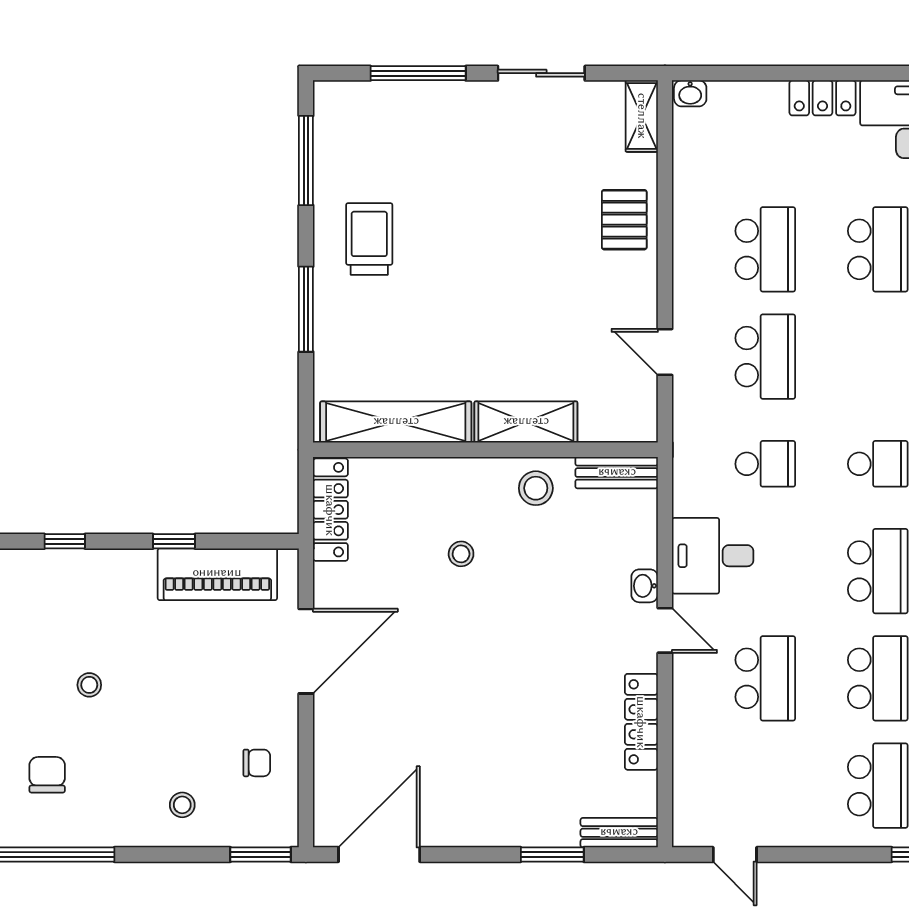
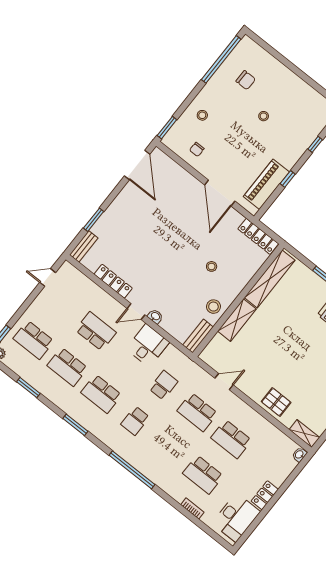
school desk: (765, 464) -> (163, 385), turned 180
school desk: (765, 678) -> (96, 331), turned 180

